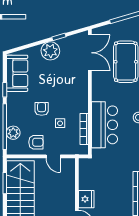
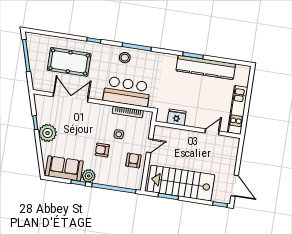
double door: (90, 53) -> (71, 97), moved
plant: (13, 133) -> (89, 176), moved
fridge: (86, 199) -> (177, 117), moved

